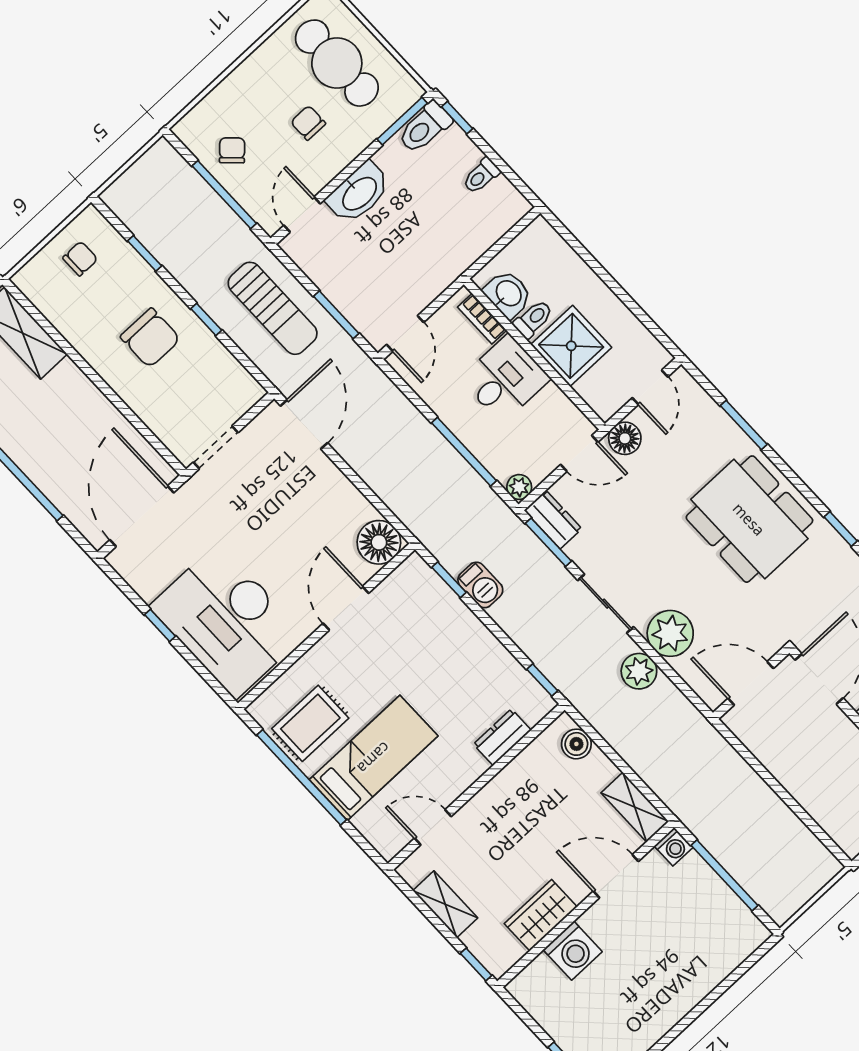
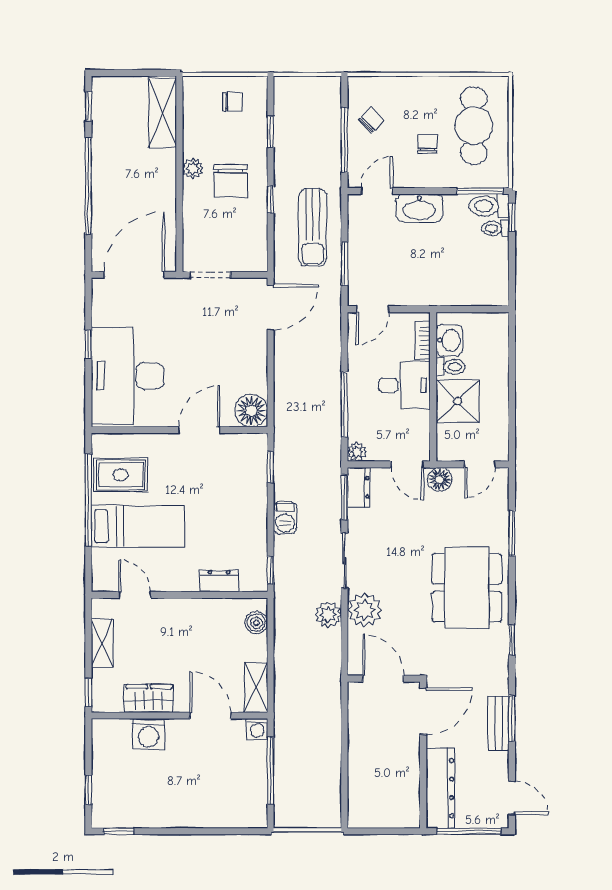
toilet: (481, 176) -> (495, 228), moved
plant: (102, 360) -> (193, 169), added
barbecue: (480, 585) -> (285, 518), moved

